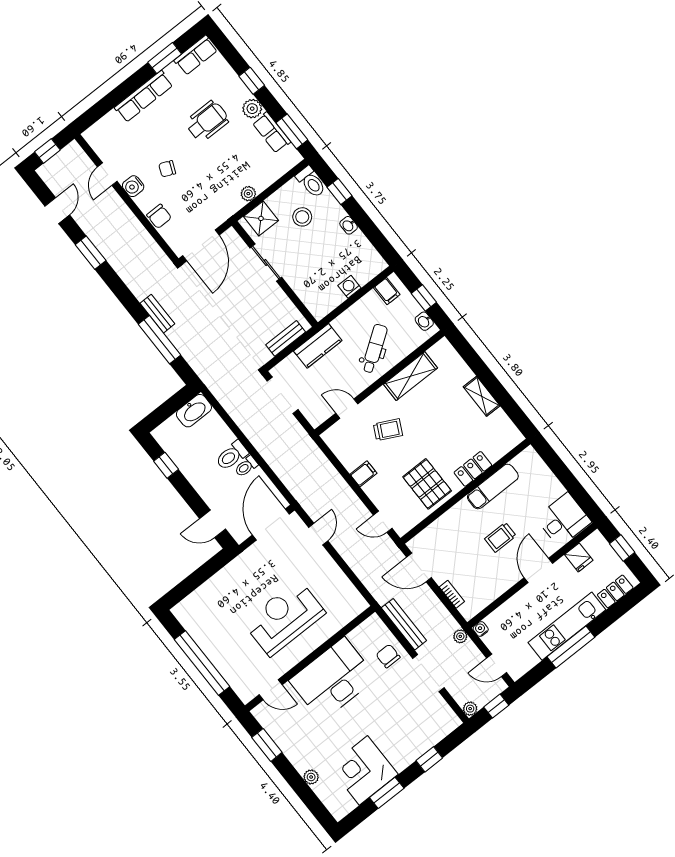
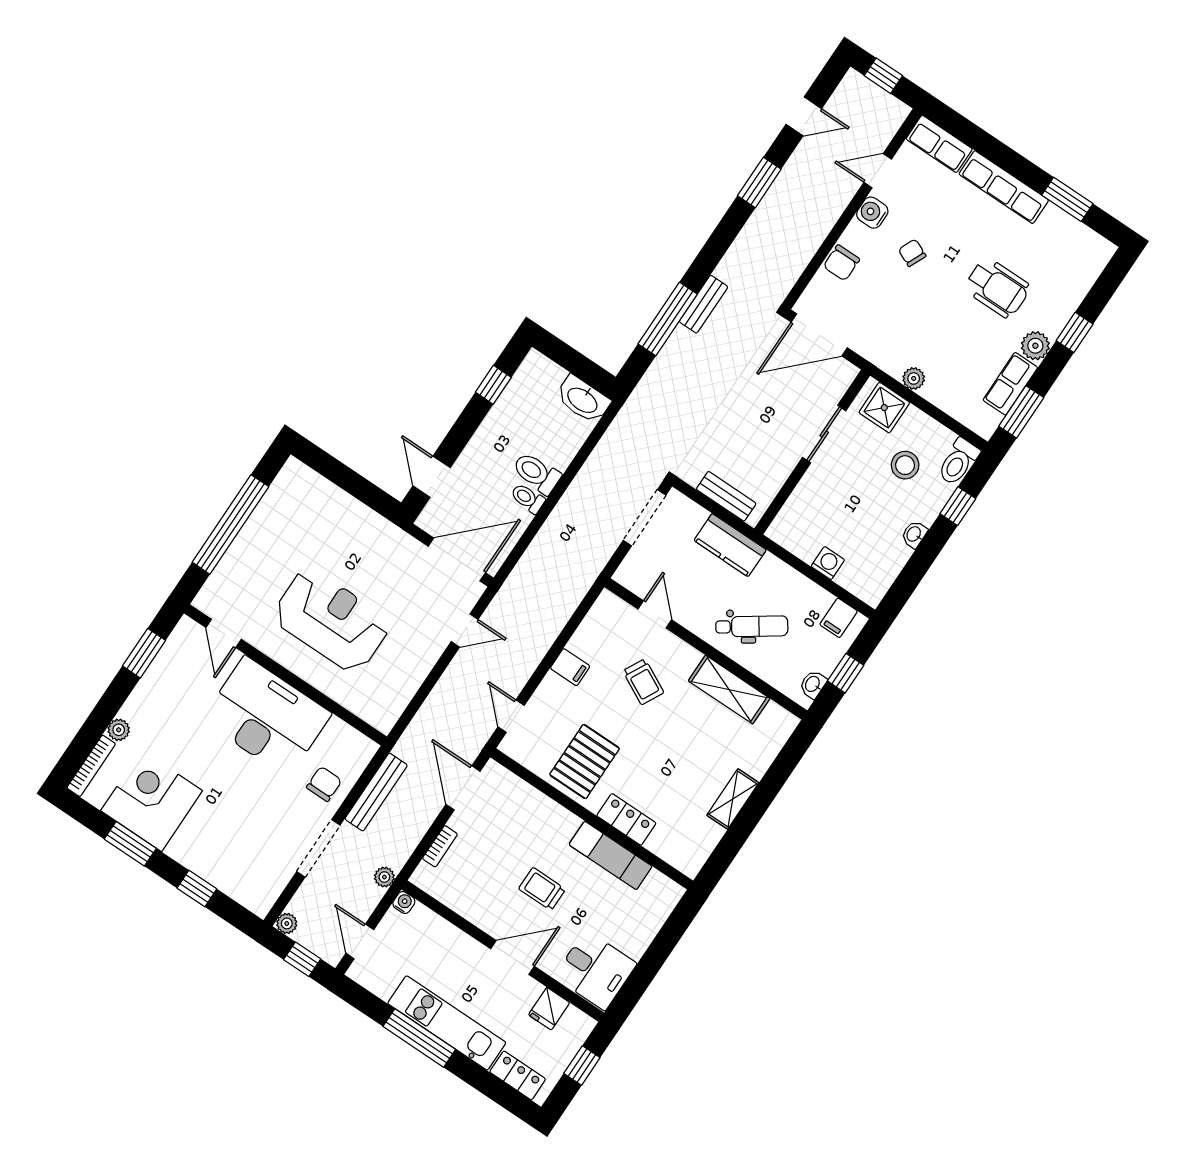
row of seats: (196, 55) -> (939, 144), moved
bookcase: (329, 802) -> (91, 766), added

